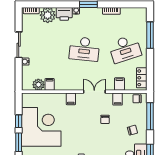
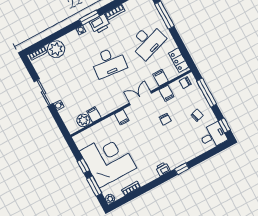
printer: (64, 14) -> (100, 24), moved

